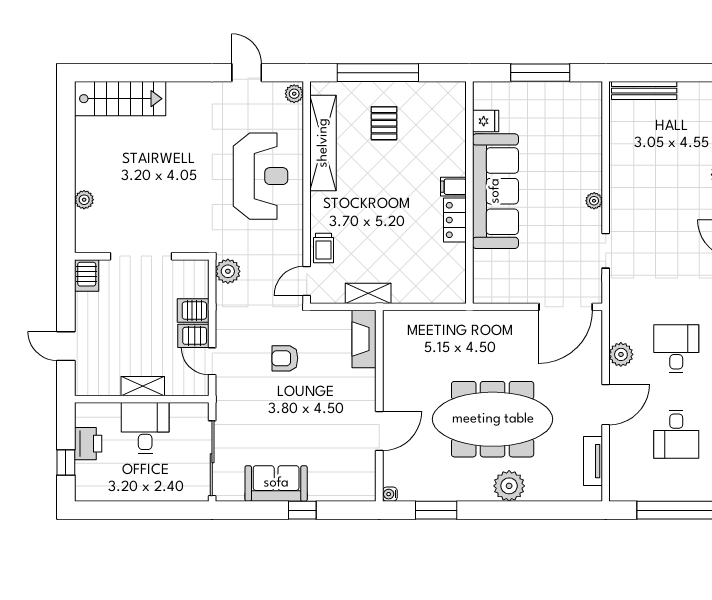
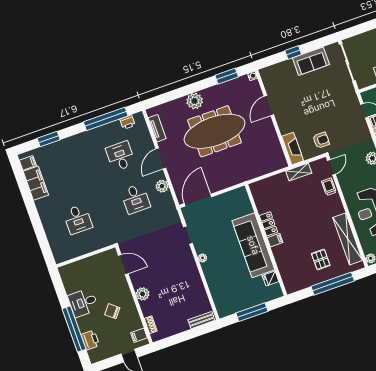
bench: (644, 91) -> (201, 320), width x0.73
armchair: (285, 358) -> (321, 140), moved
printer: (642, 491) -> (127, 122), added

